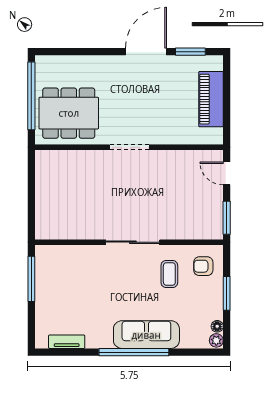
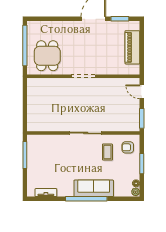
dining table: (69, 113) -> (47, 56), width x0.73

